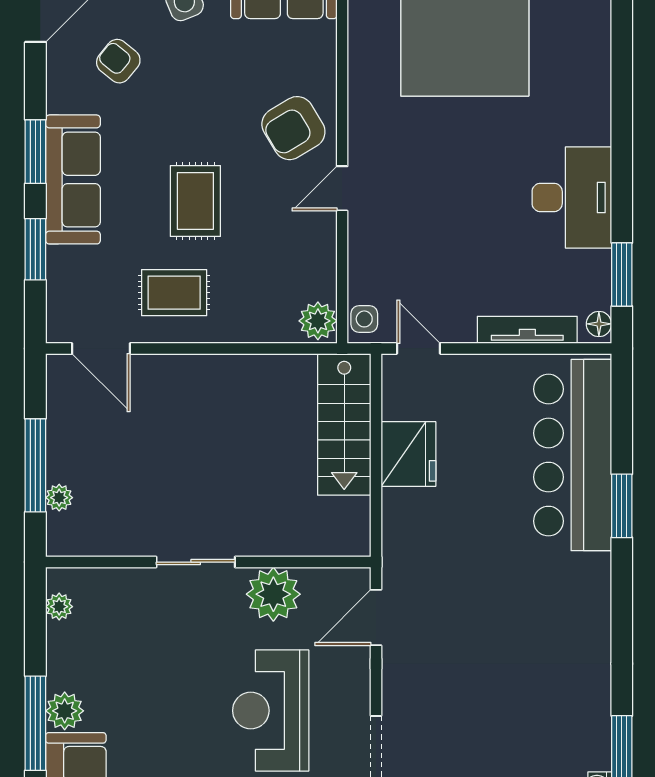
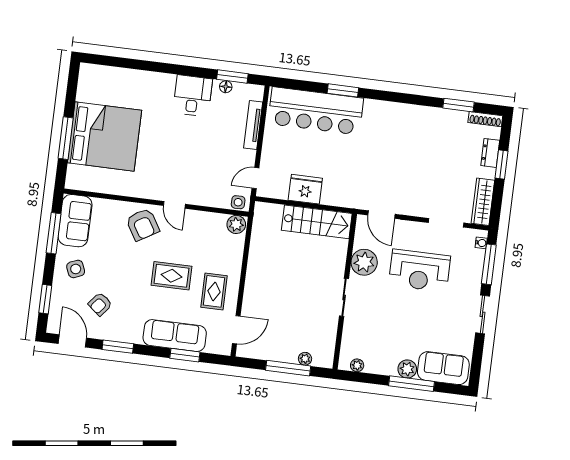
window: (35, 152) -> (118, 347), moved
sofa: (73, 179) -> (175, 336), moved
desk: (572, 197) -> (193, 96), width x0.73
floor lamp: (599, 324) -> (226, 87), moved
stairs: (344, 424) -> (317, 222), moved

